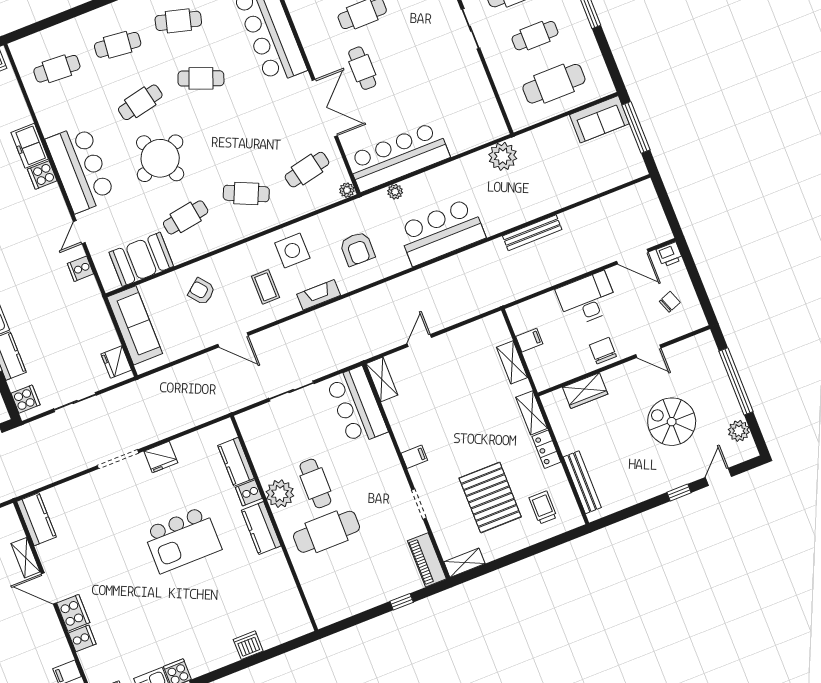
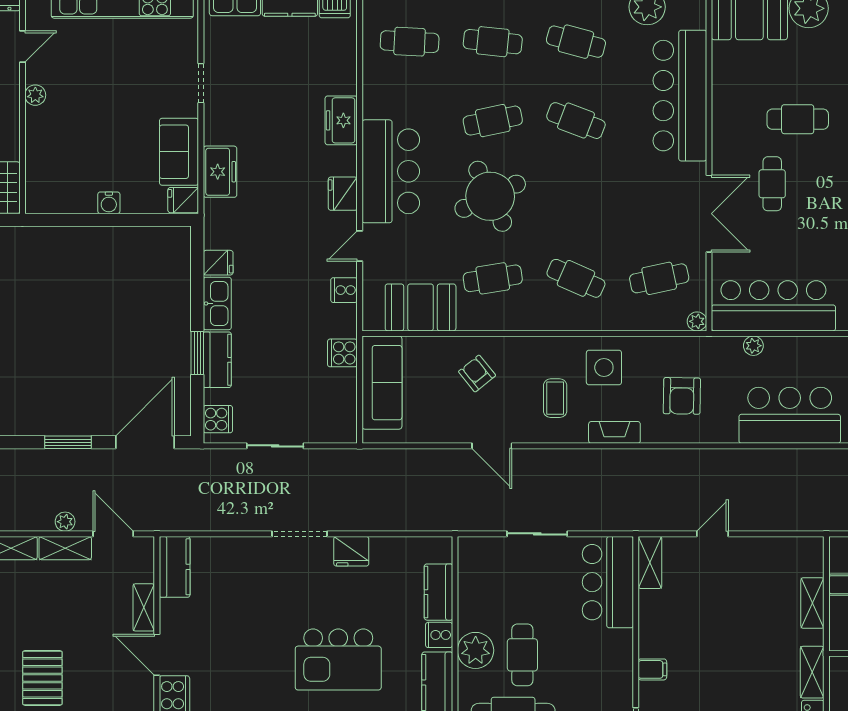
cooker: (42, 175) -> (342, 353), moved
fridge: (116, 362) -> (343, 194), moved

